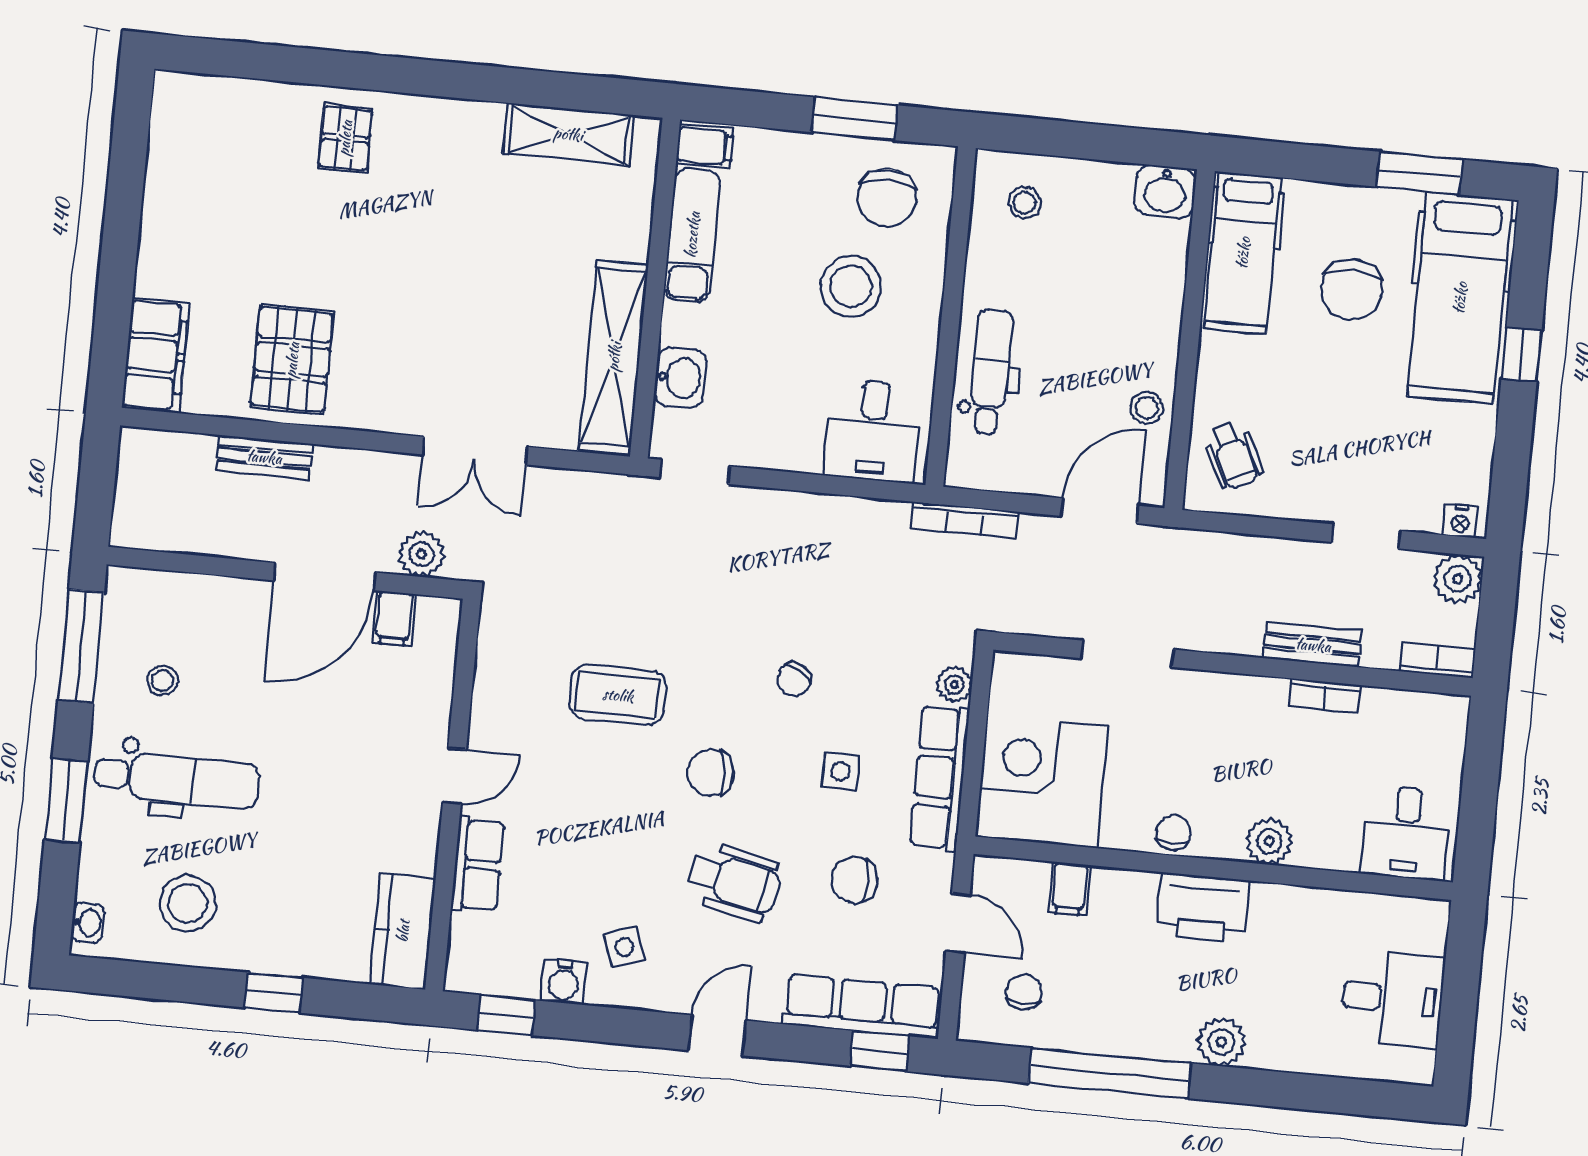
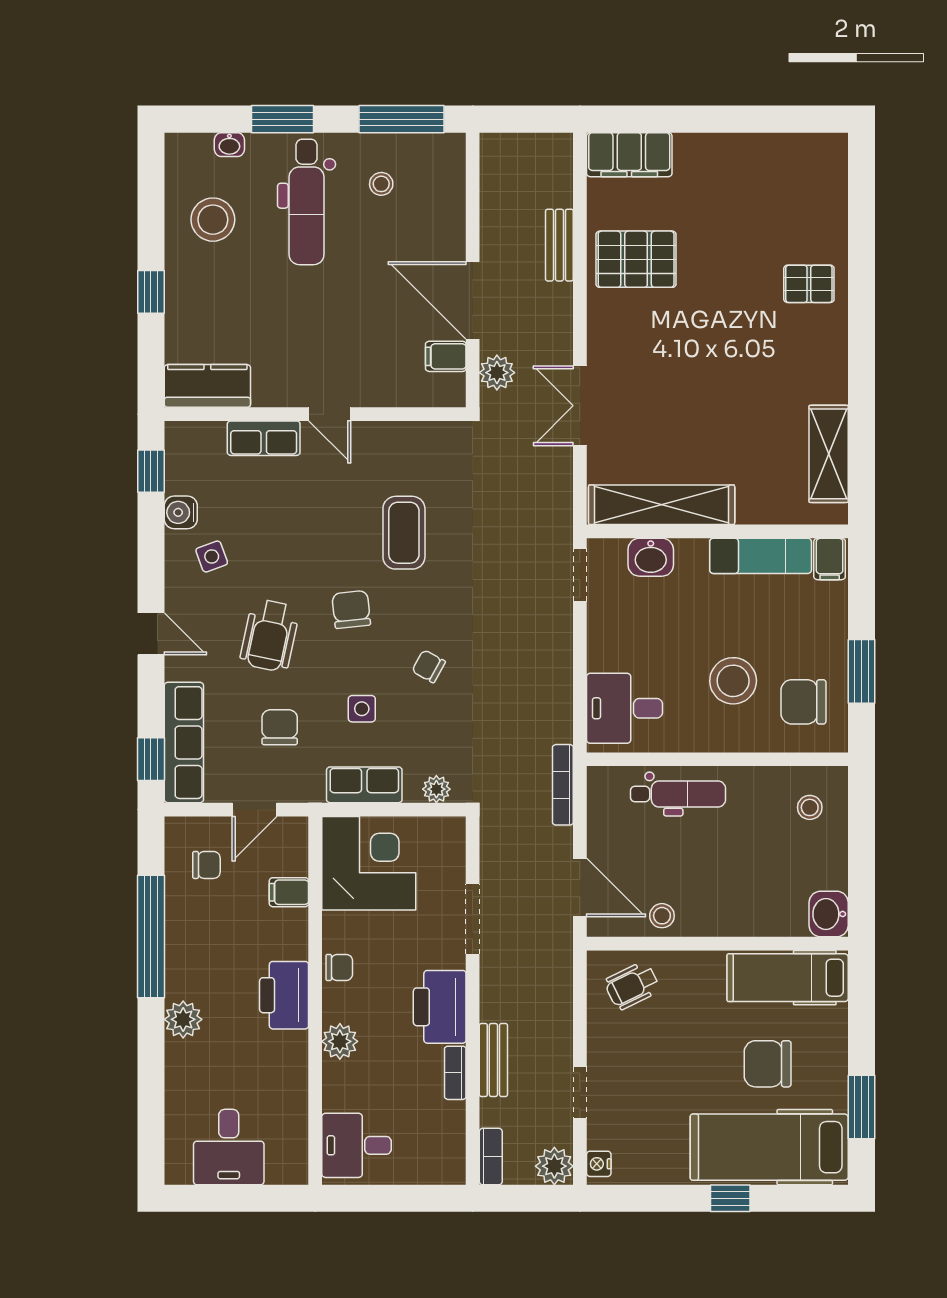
printer: (1237, 707) -> (440, 1007), added
row of seats: (940, 778) -> (364, 785), width x0.68
washbasin: (88, 923) -> (229, 145), moved

